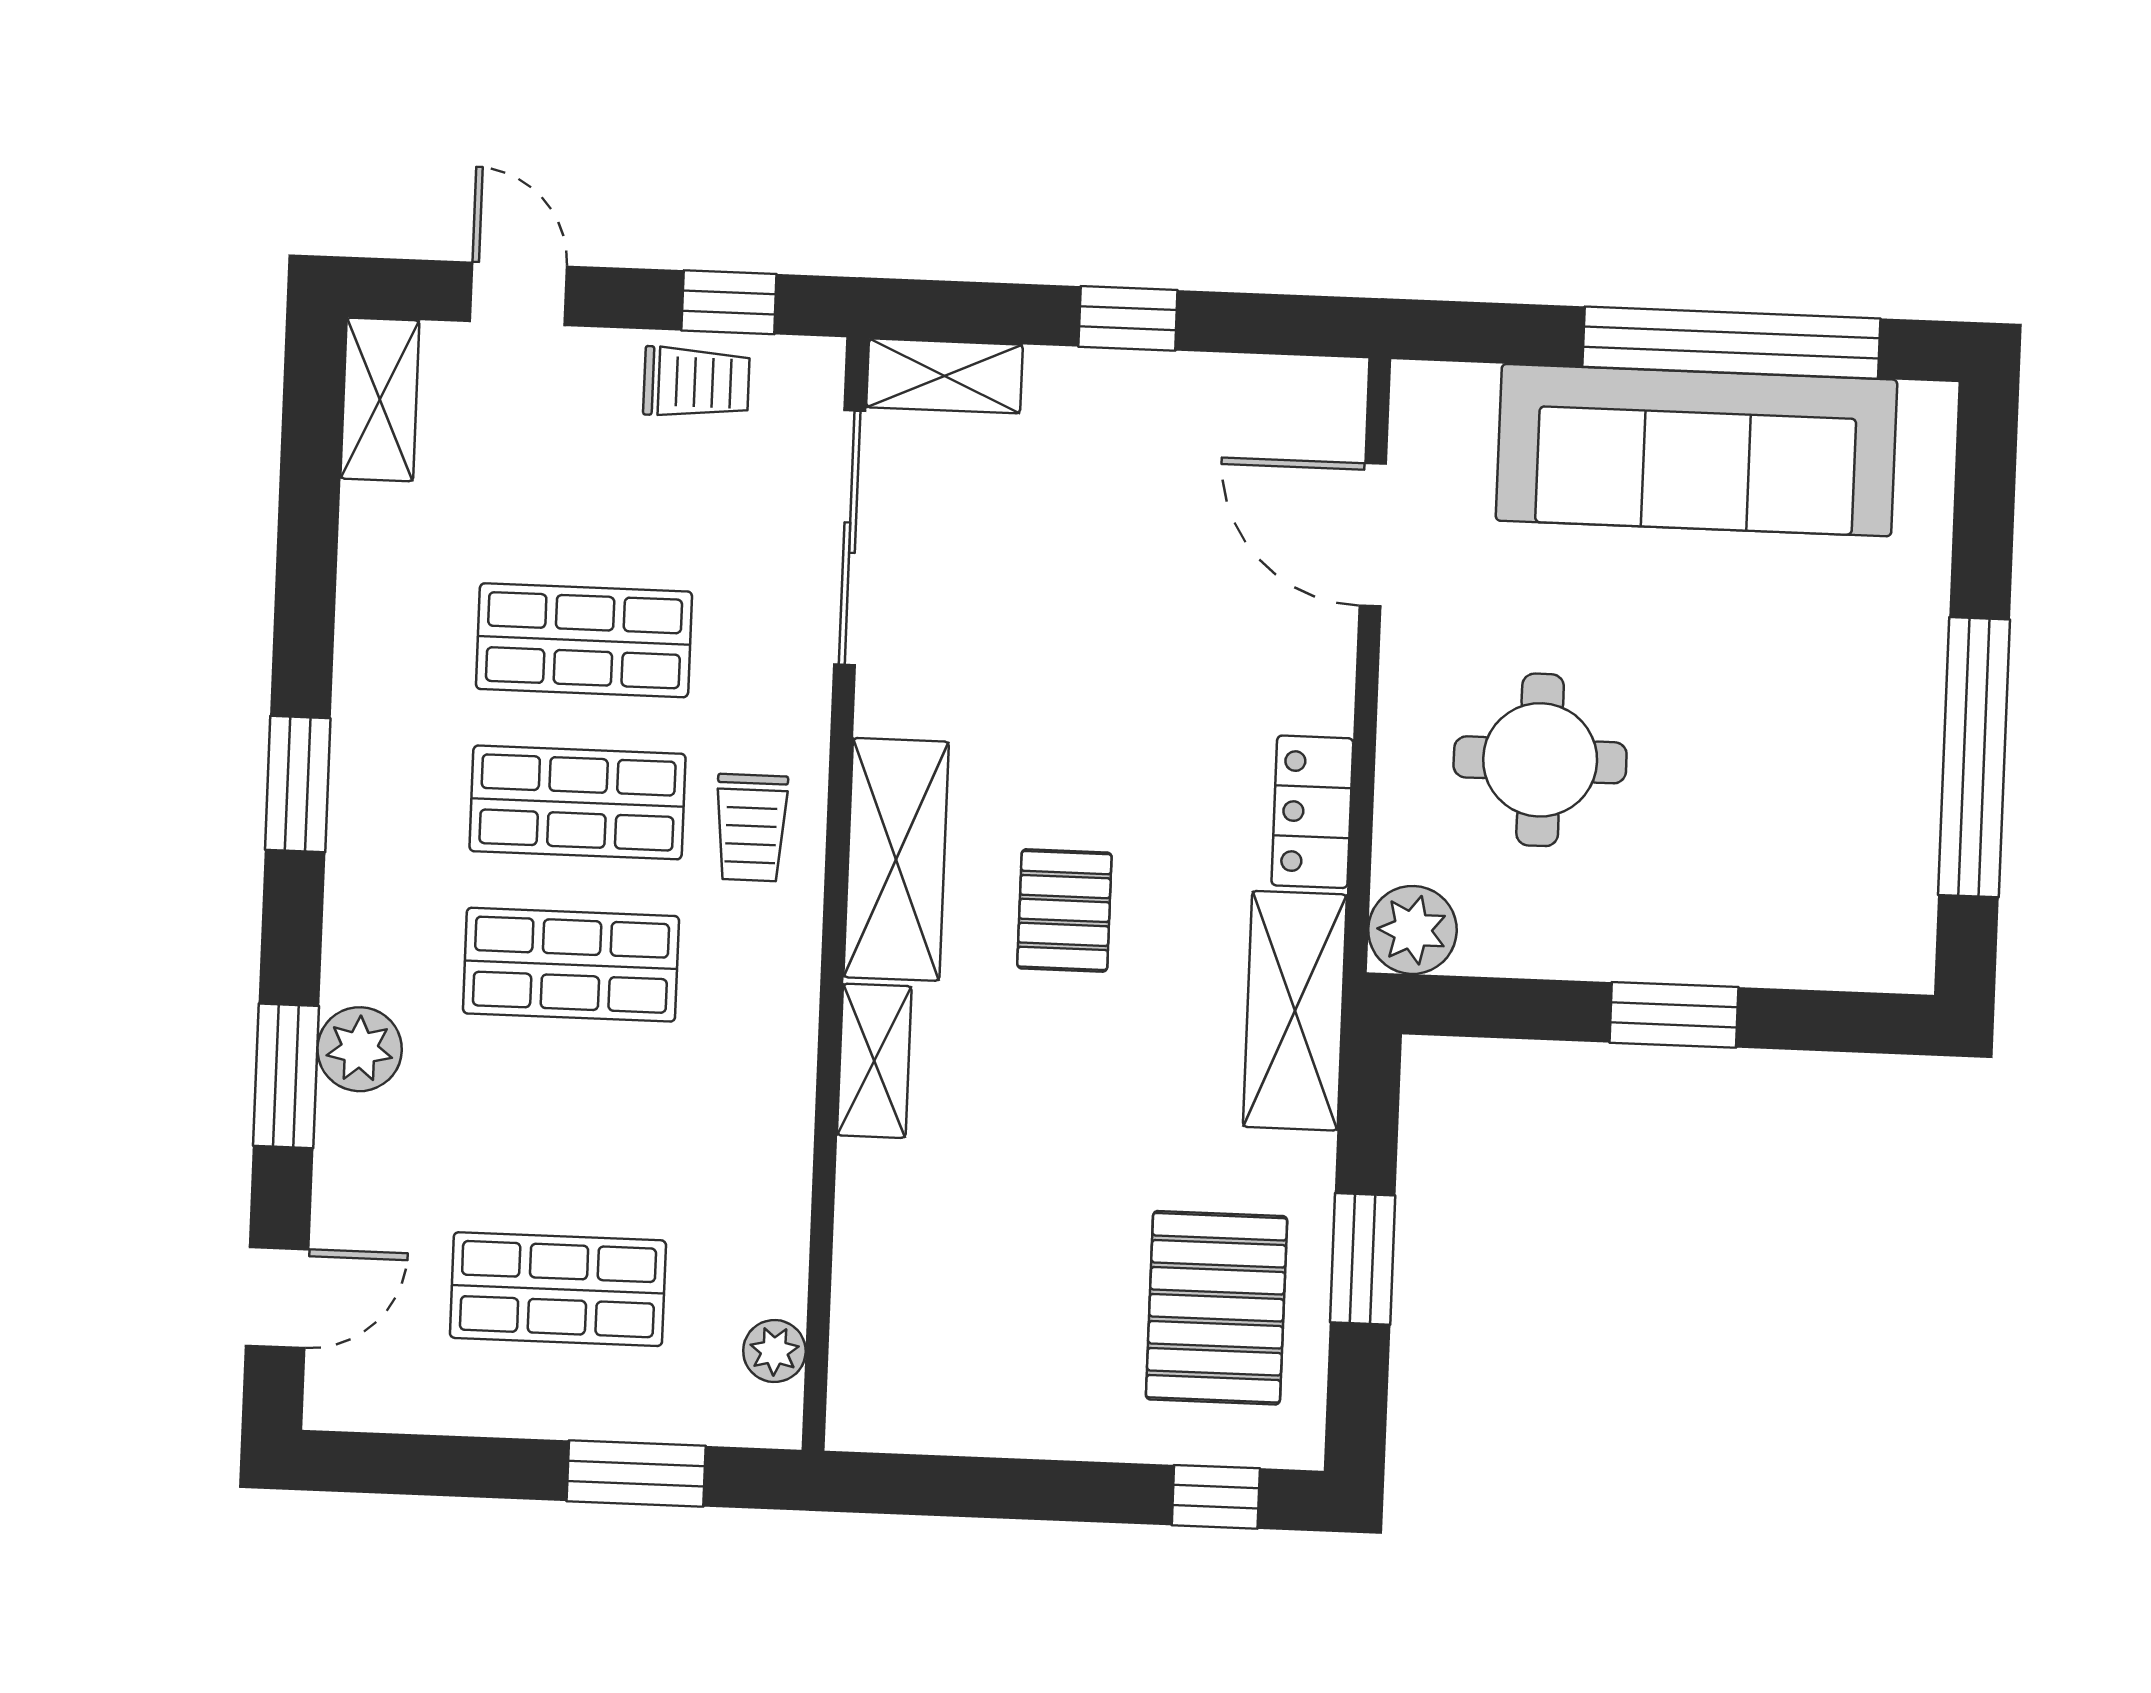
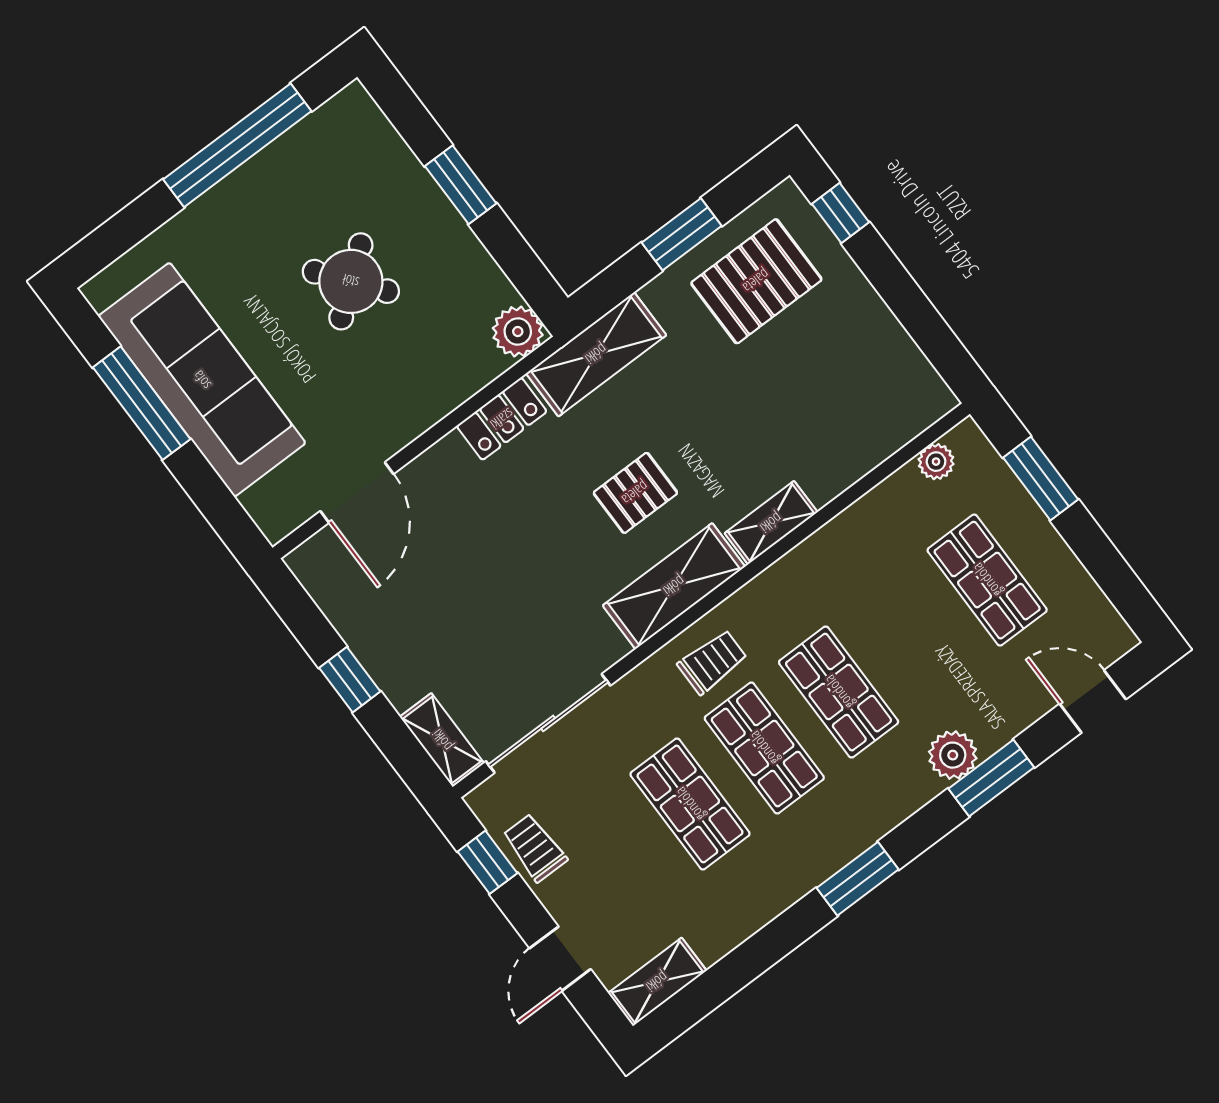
window: (1731, 343) -> (142, 403), width x0.68
round table: (1540, 760) -> (351, 281), moved, turned -38

